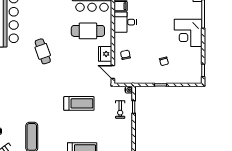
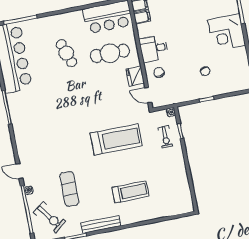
desk: (125, 22) -> (154, 49), moved
cafe table: (43, 51) -> (66, 53), moved
treadmill: (79, 103) -> (116, 139), width x1.37, depth x1.38

